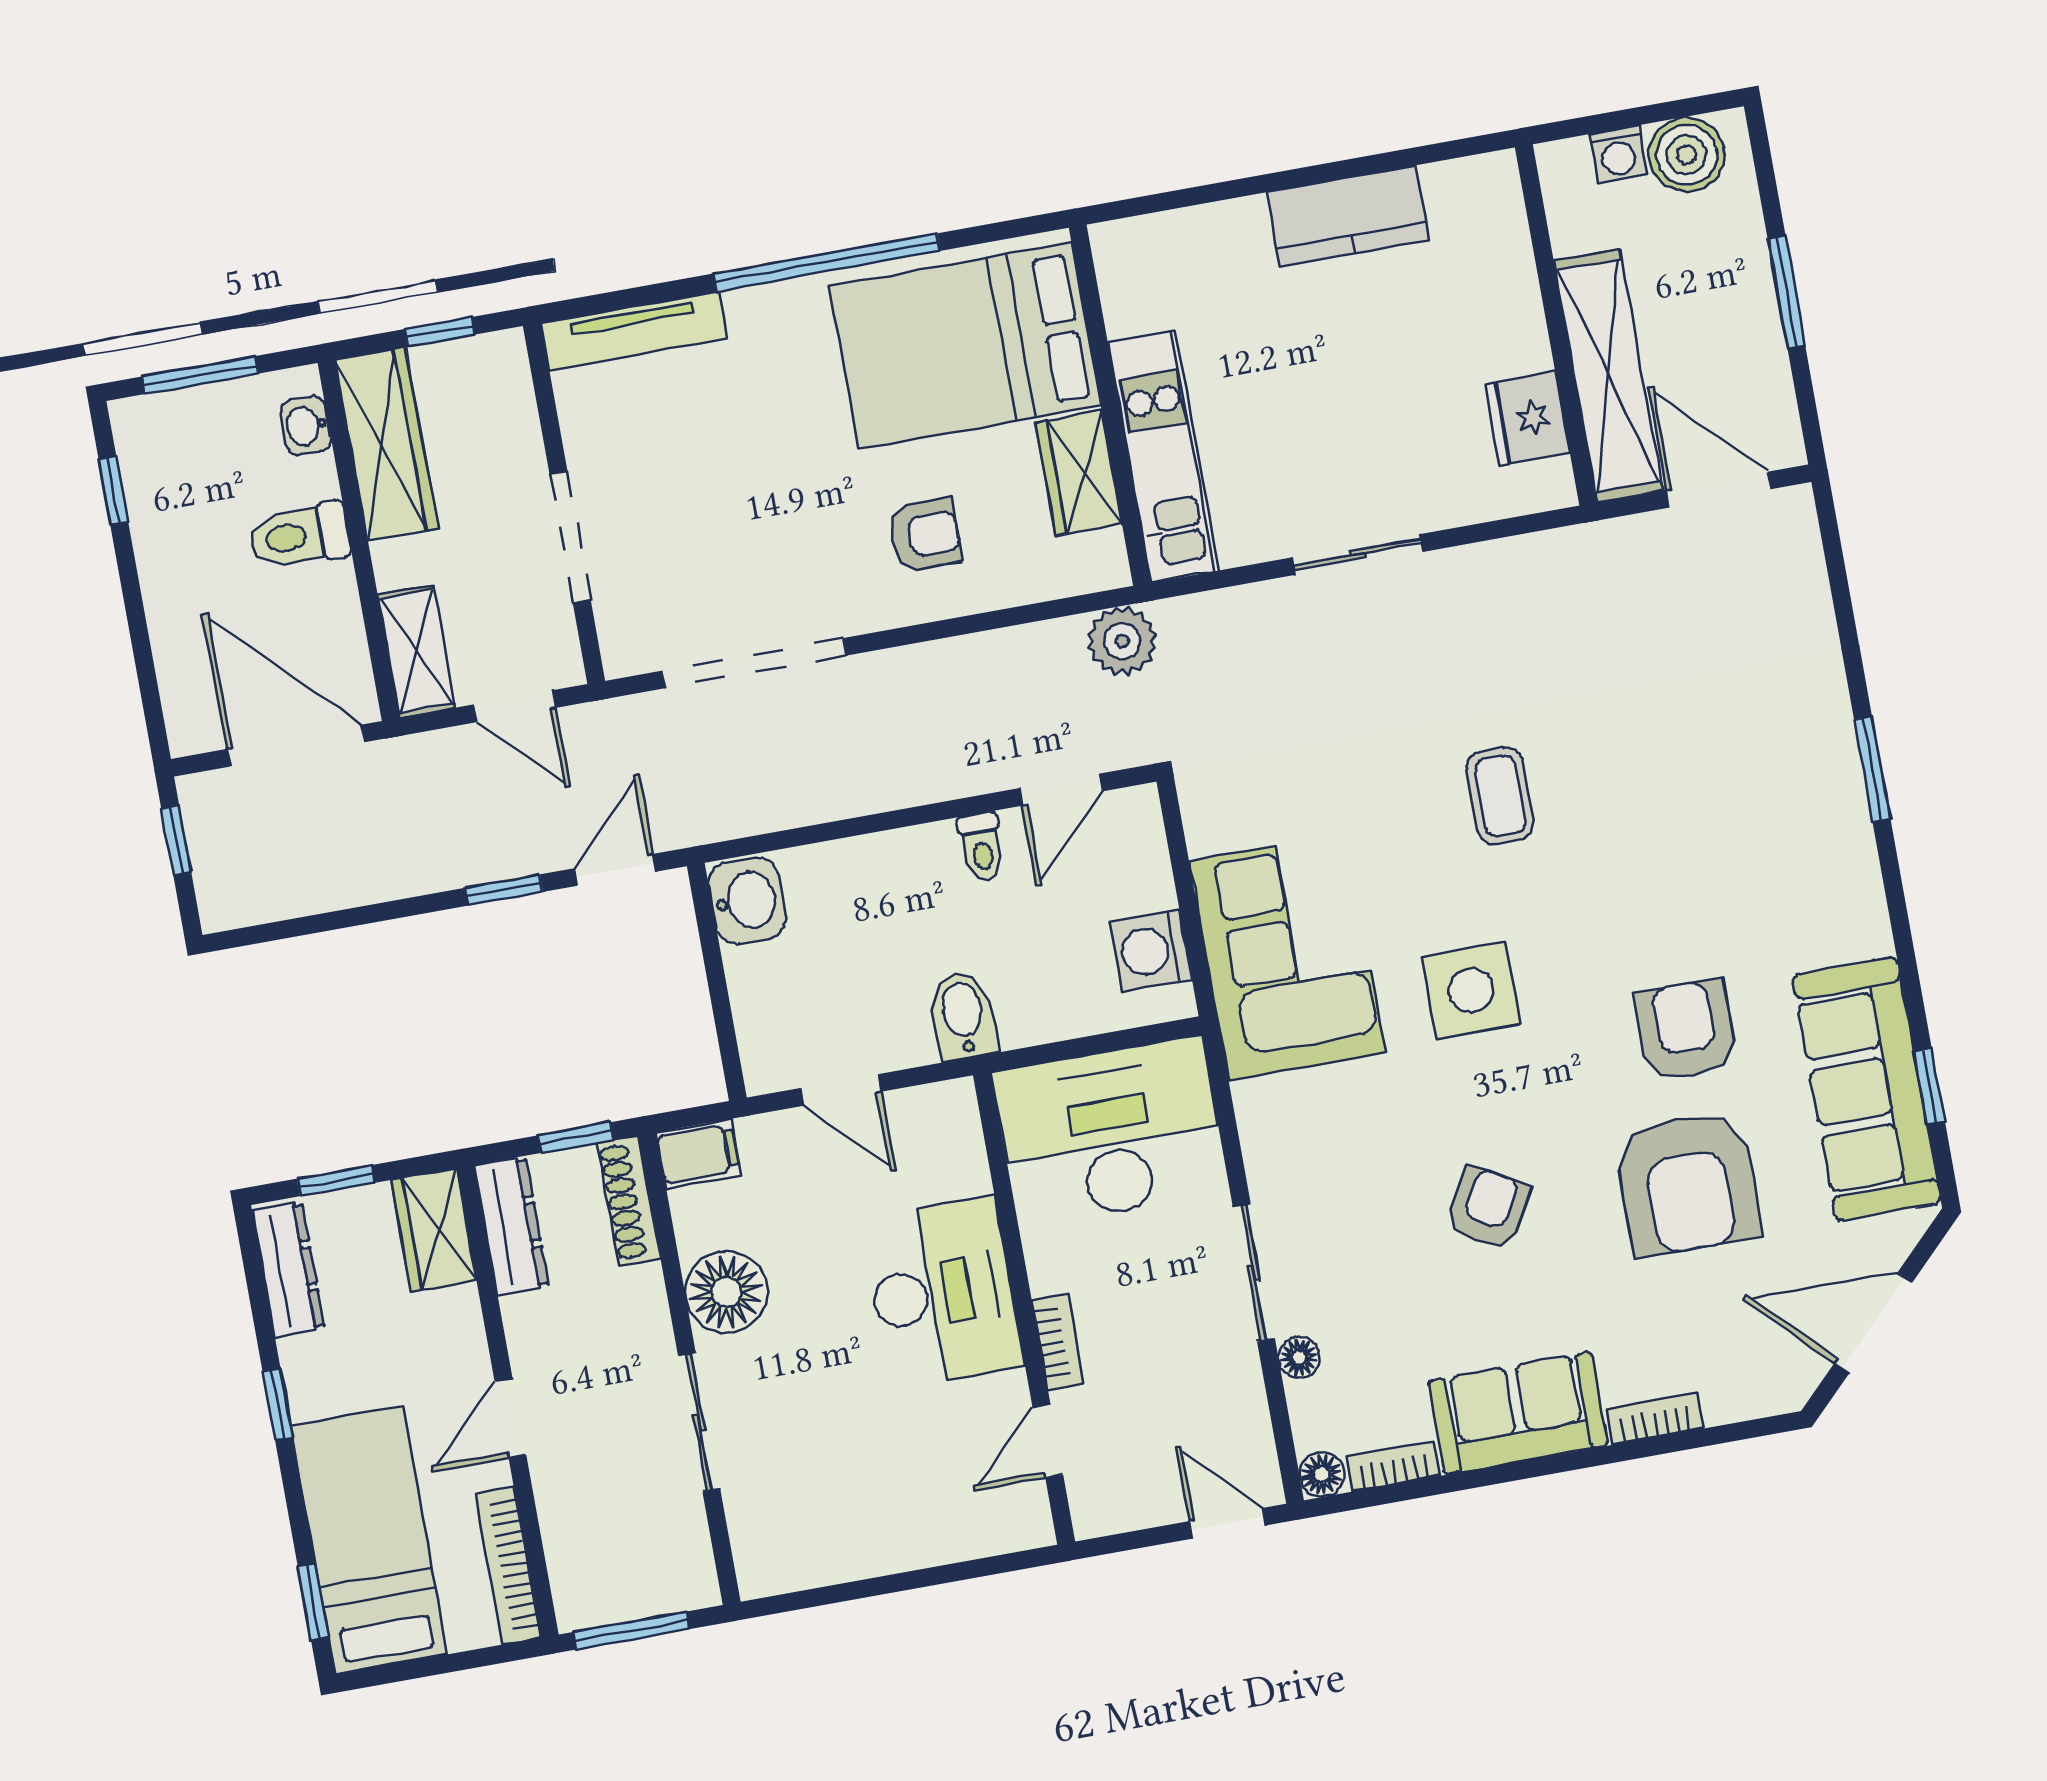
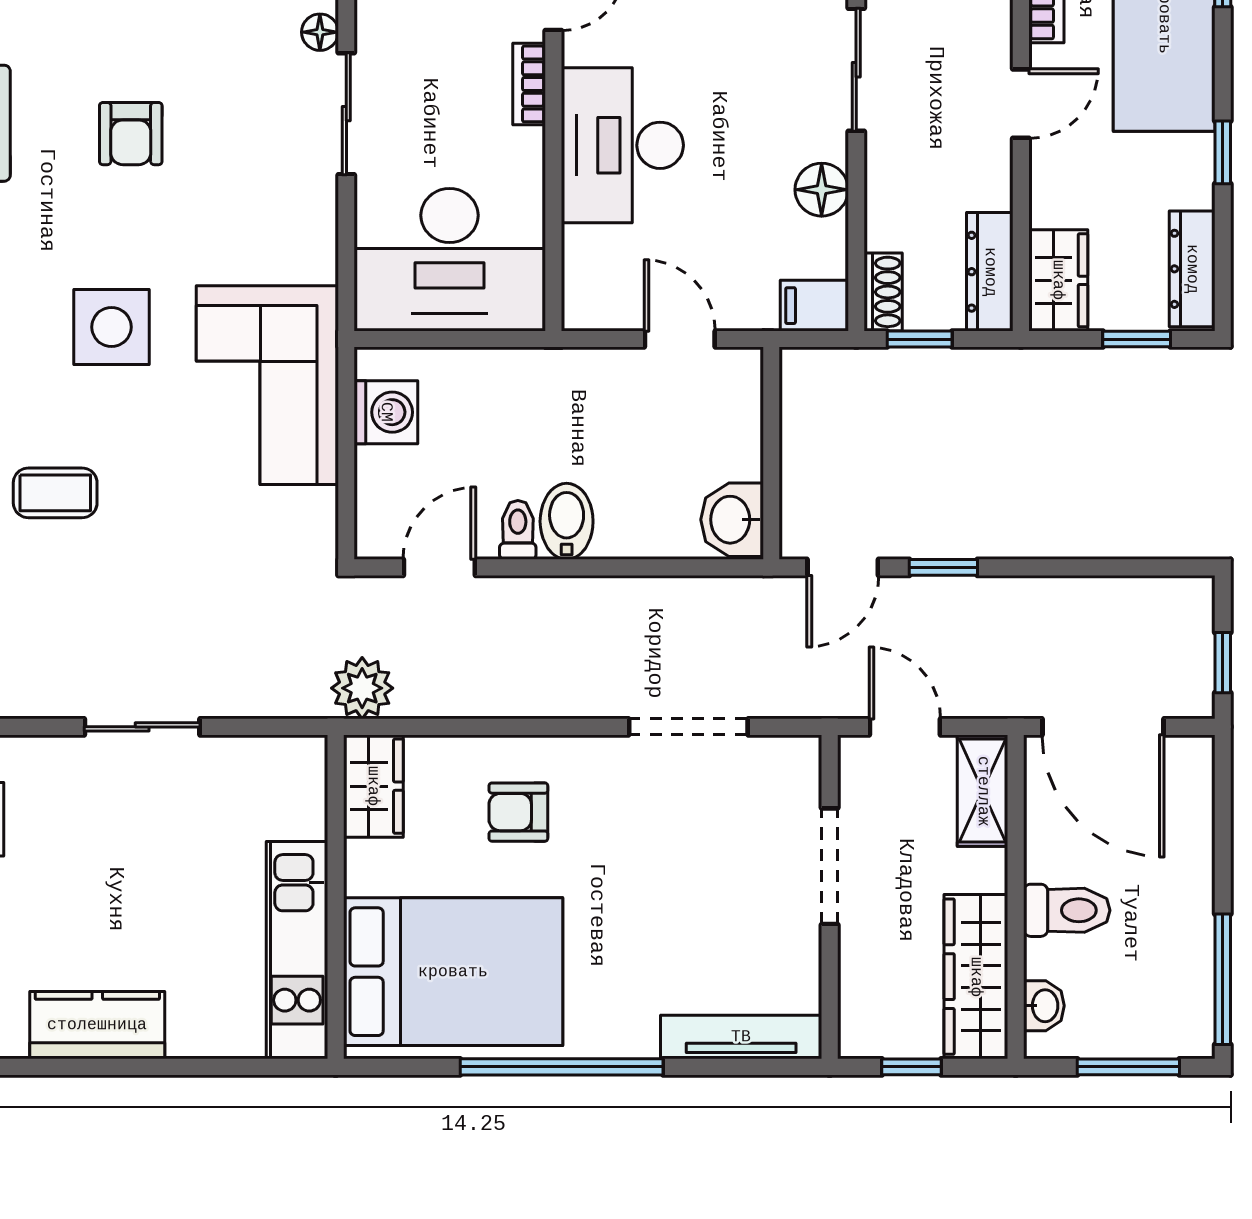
kitchen unit: (1163, 456) -> (297, 950), moved
wardrobe: (1079, 473) -> (373, 786), moved
window: (113, 490) -> (1223, 979), width x2.17
doorway: (754, 663) -> (688, 727), width x0.73
coffee table: (1500, 796) -> (55, 493), turned 90
bidet: (963, 1015) -> (567, 521), moved, turned 180
shoe rack: (628, 1201) -> (883, 292), width x0.70
armchair: (1488, 1208) -> (131, 134), turned -30
floor lamp: (726, 1292) -> (822, 190), width x0.73, depth x0.73

